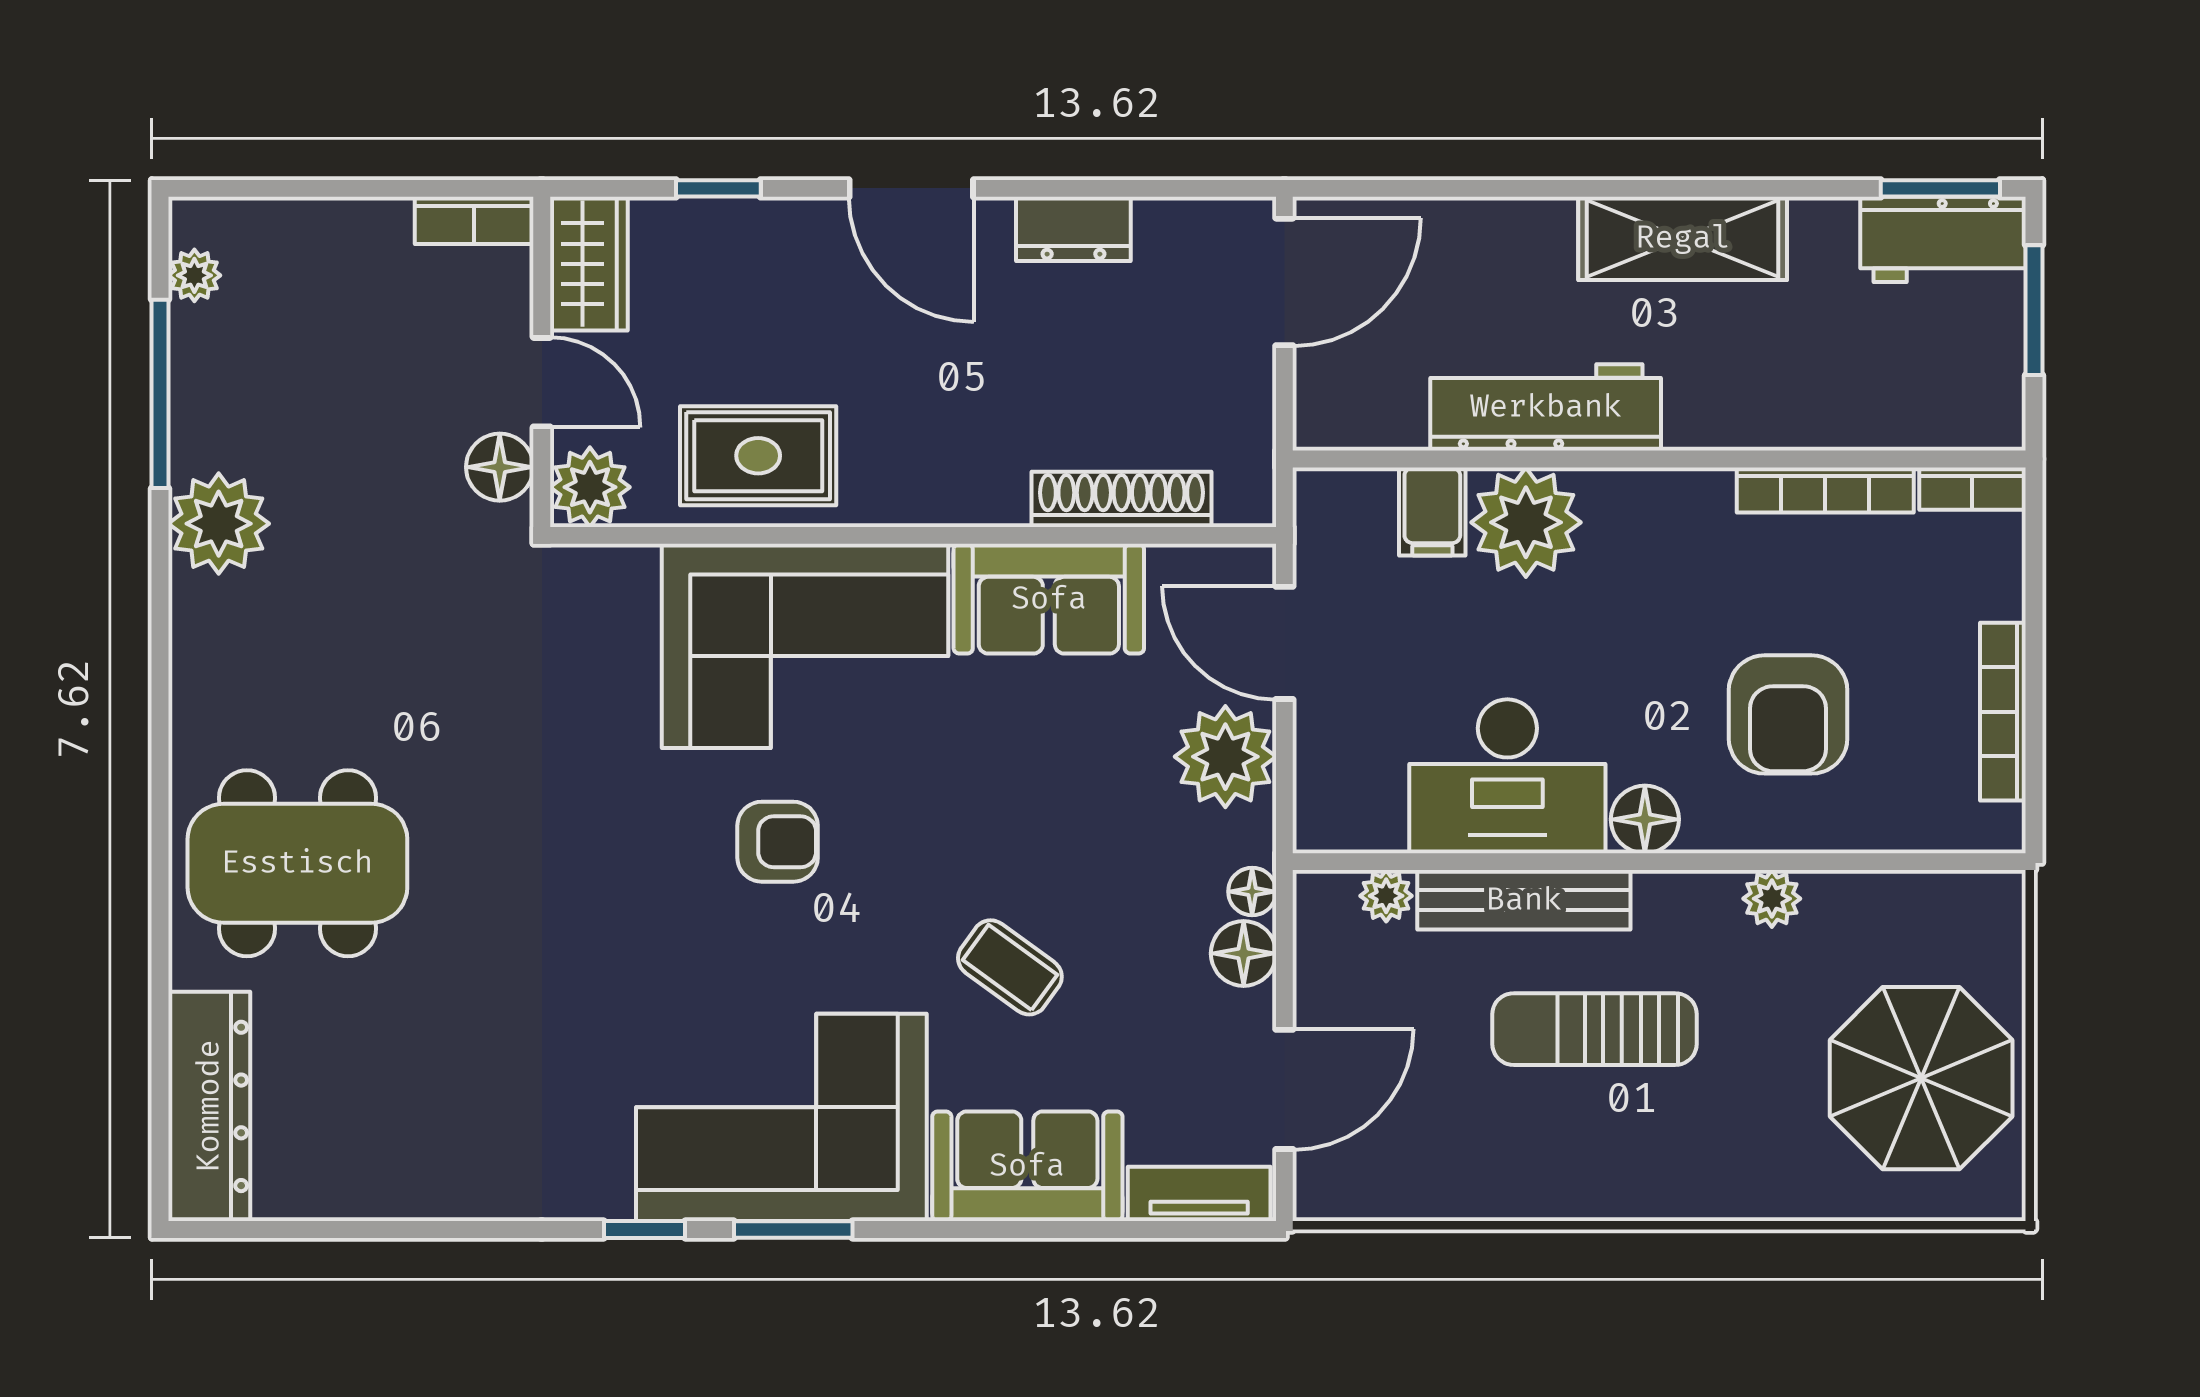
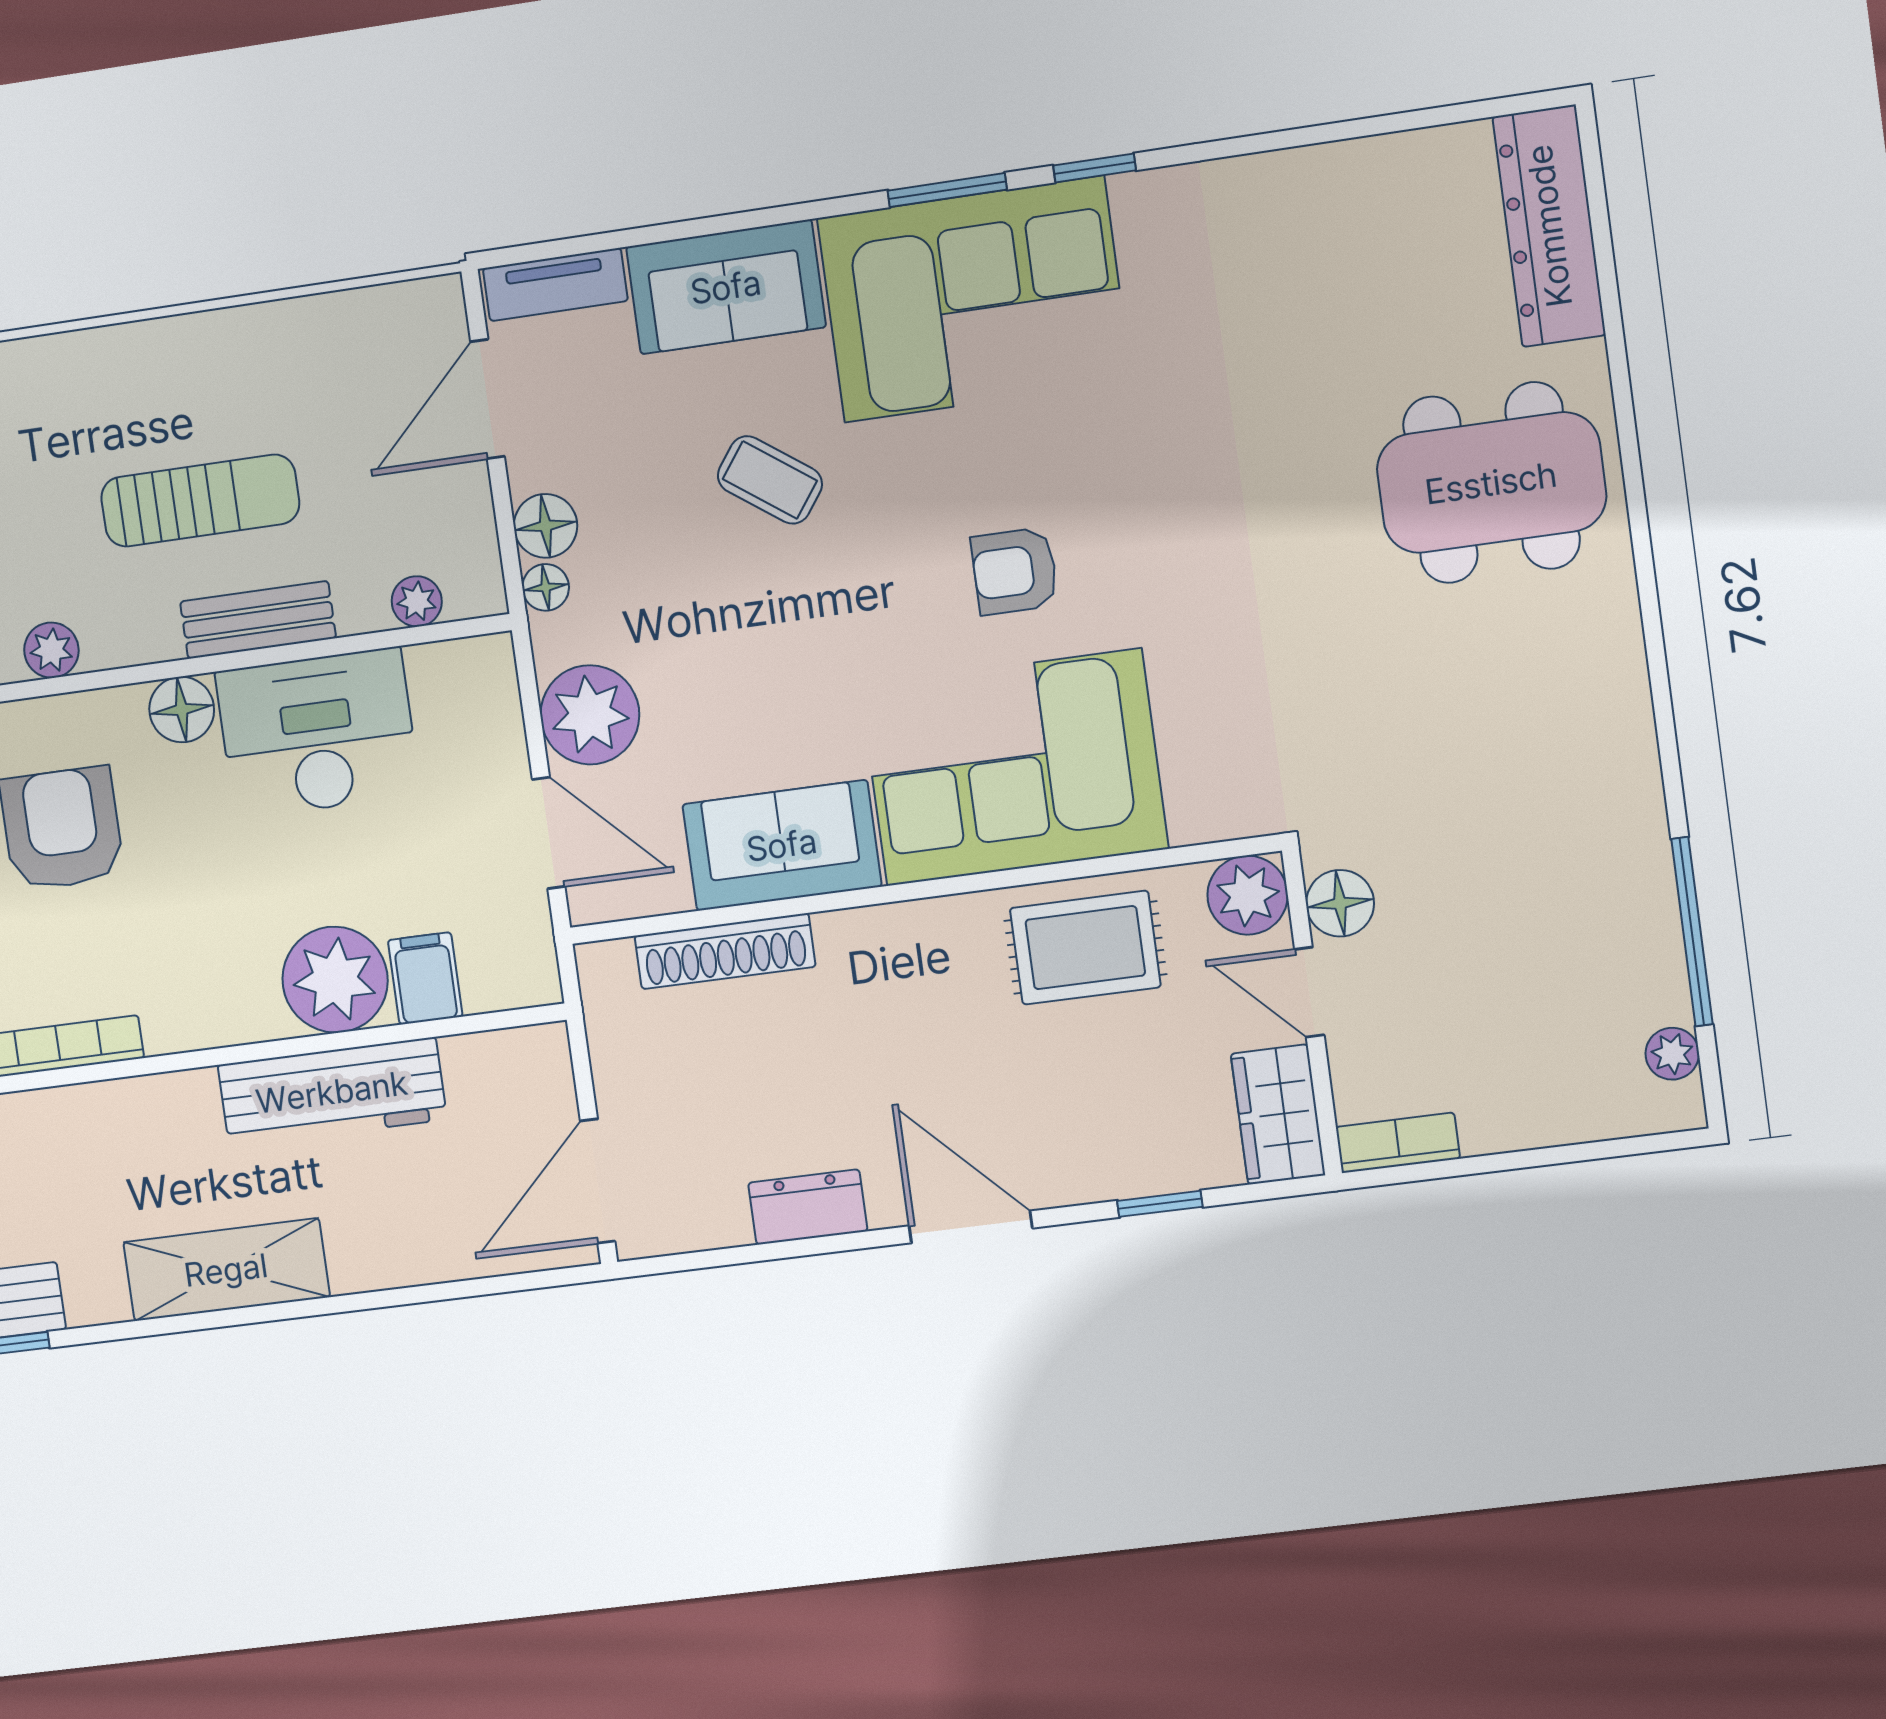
plant: (219, 524) -> (1616, 810), removed
bench: (1524, 900) -> (258, 620), width x0.73

